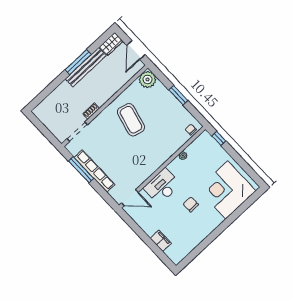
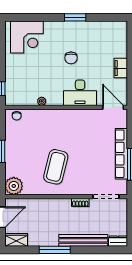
bench: (86, 67) -> (83, 240), moved
dresser: (40, 109) -> (118, 241), added
corner desk: (227, 190) -> (27, 37), width x0.74, depth x0.74
window: (214, 235) -> (75, 17), added
filing cabinet: (161, 241) -> (121, 68), moved

